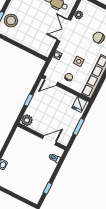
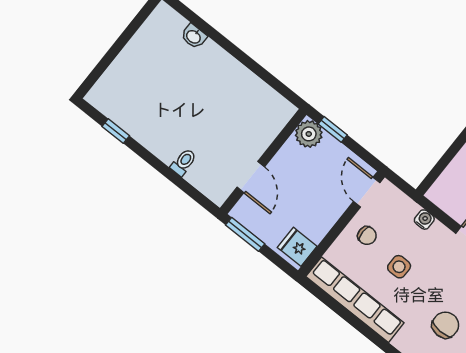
plant: (27, 120) -> (309, 134), moved
wall: (42, 136) -> (263, 161), moved
door: (49, 140) -> (251, 177), moved

